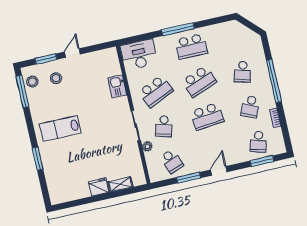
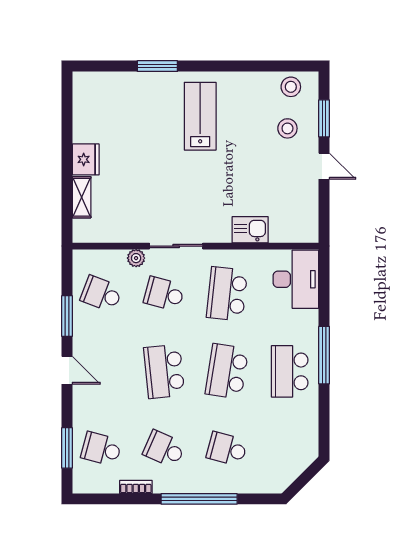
school desk: (199, 81) -> (227, 371), turned 30
window: (22, 91) -> (278, 66), removed
school desk: (156, 91) -> (227, 294), turned 30
school desk: (172, 161) -> (101, 294), turned 42

